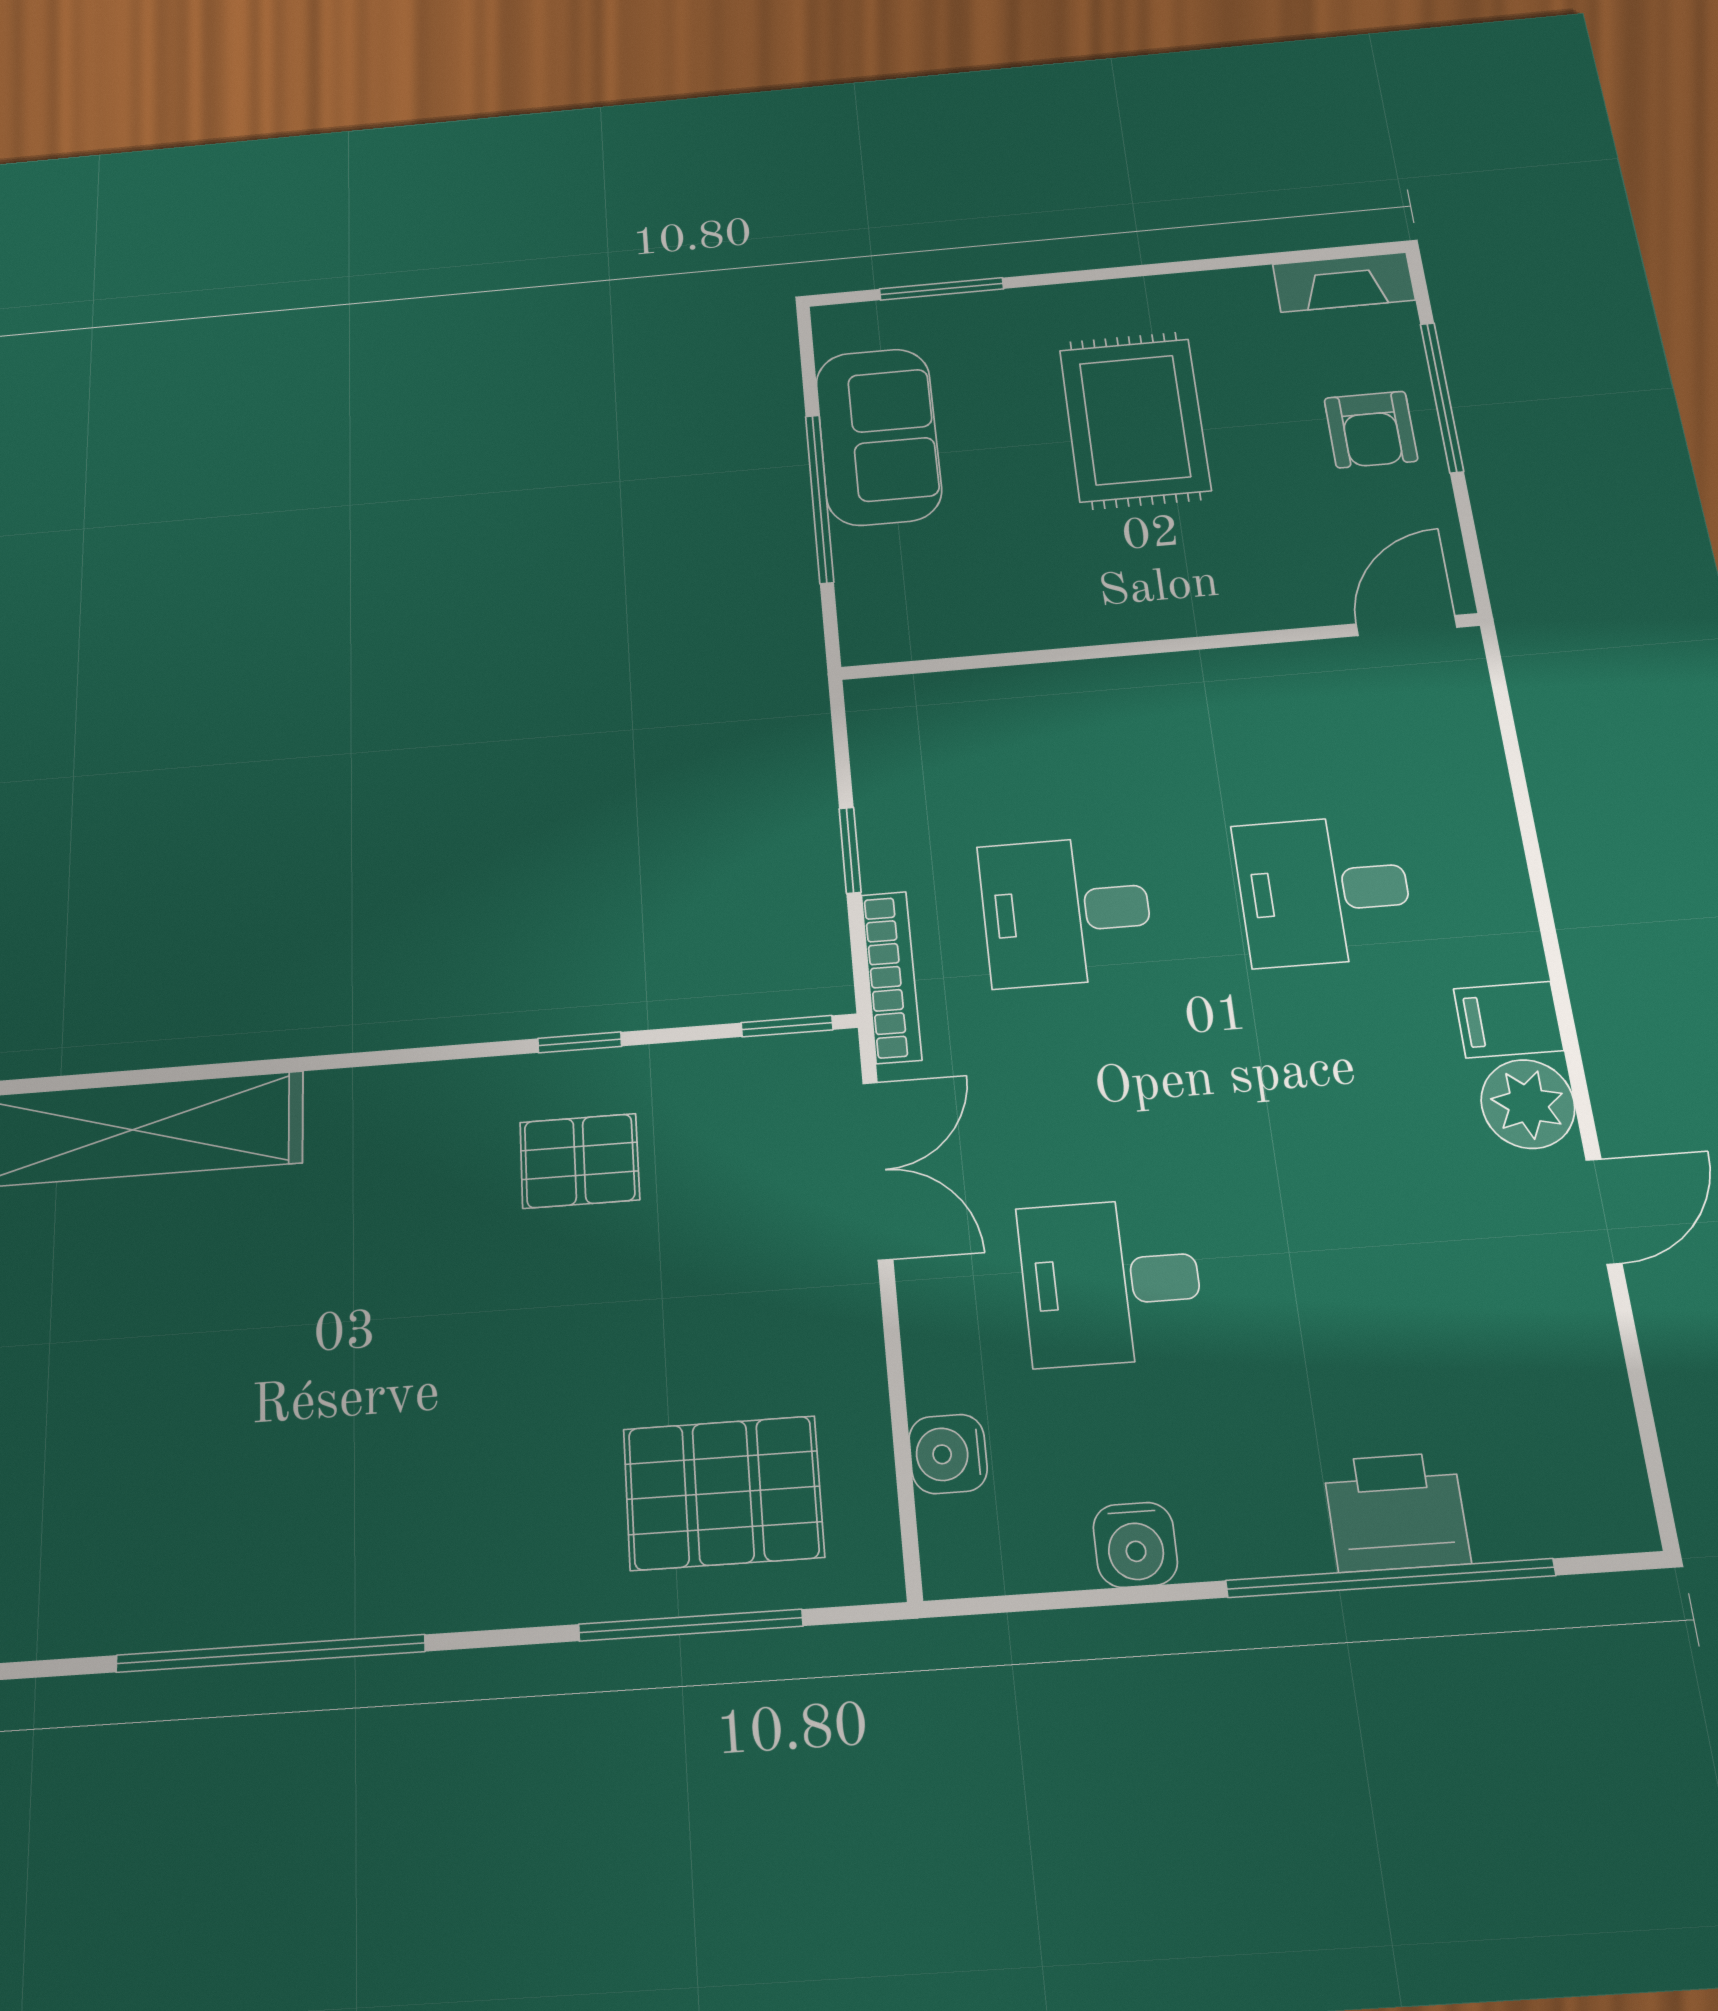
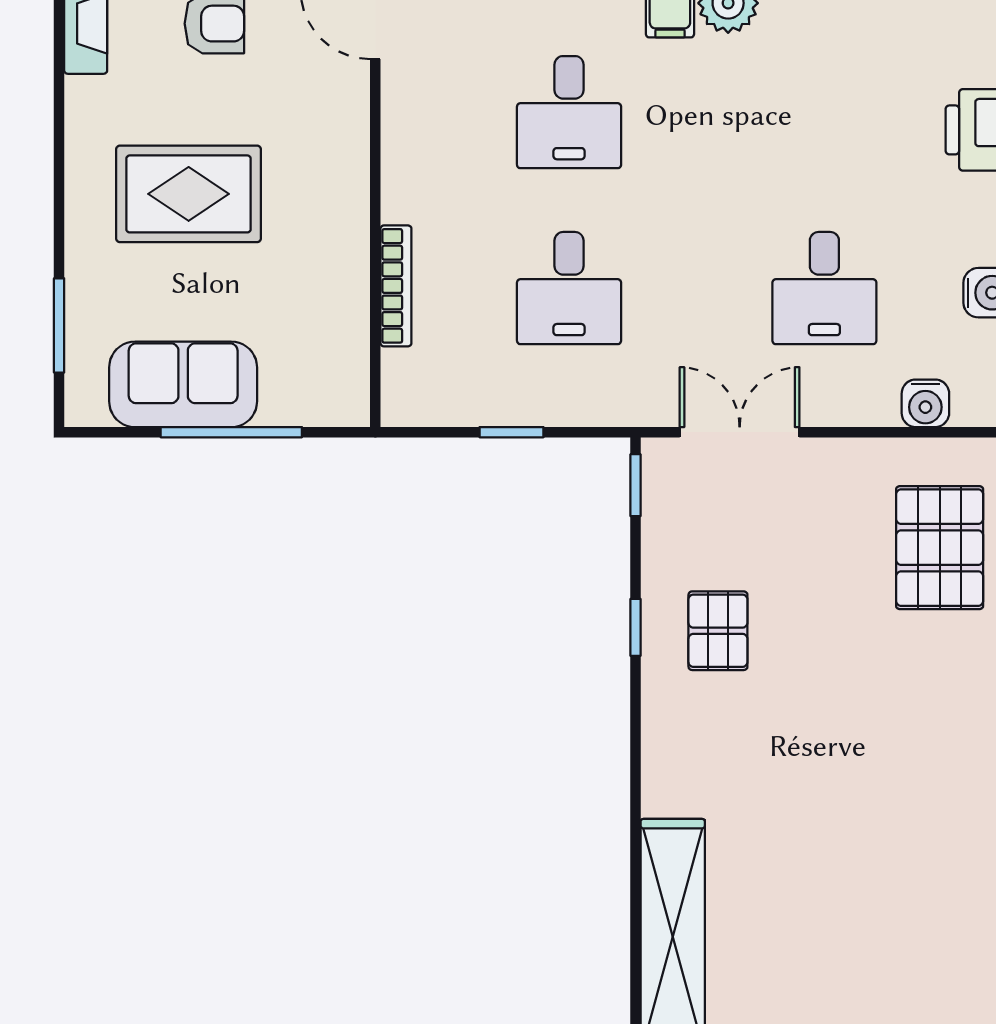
bookcase: (891, 977) -> (396, 286), moved, turned 90

